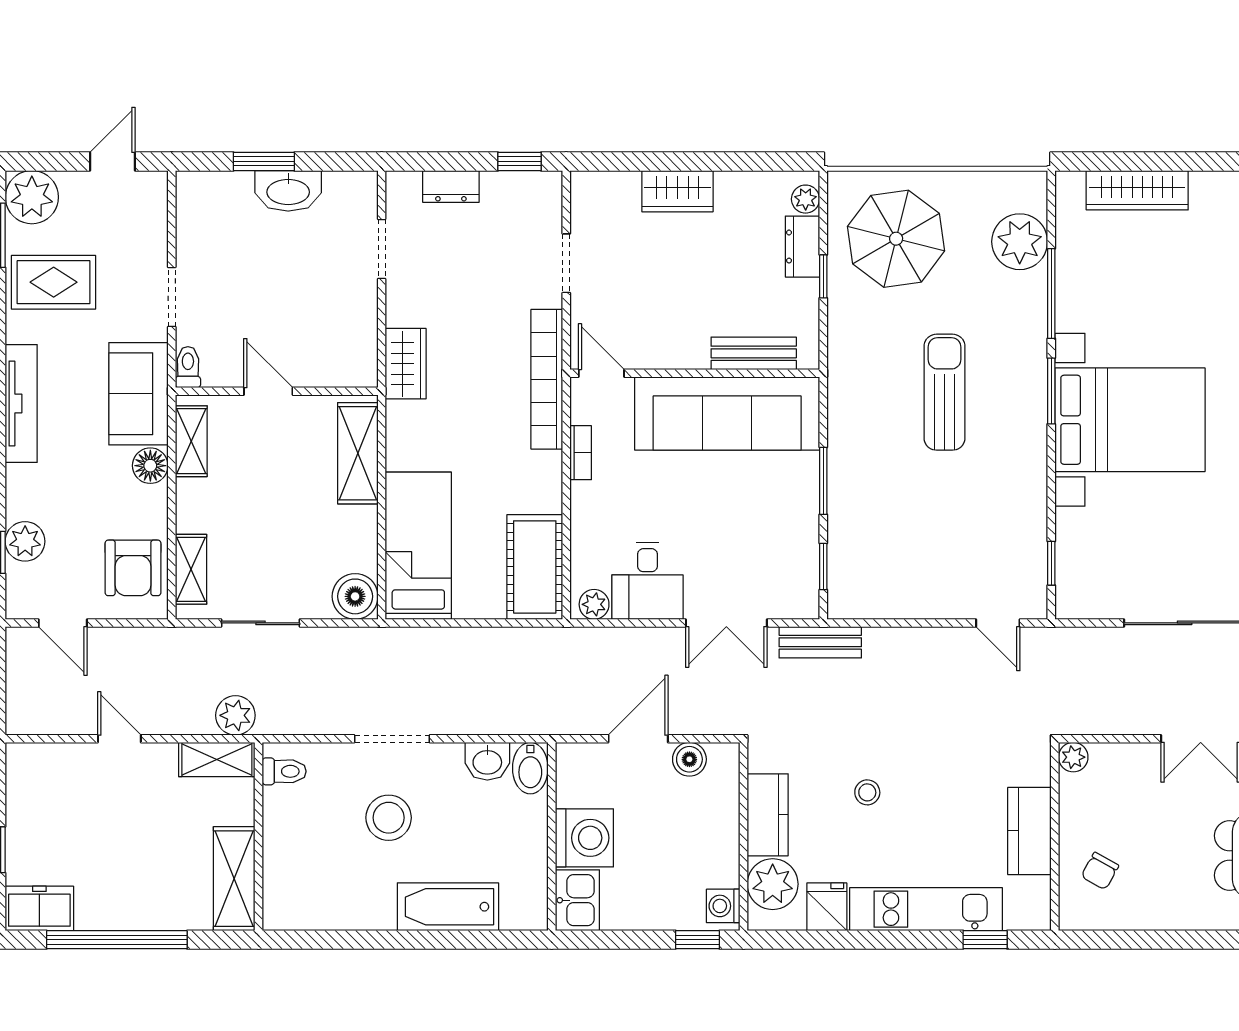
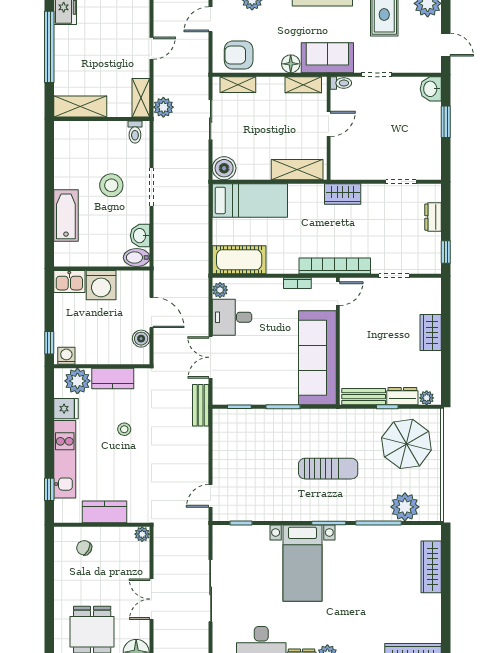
washbasin: (288, 191) -> (431, 89), moved, width x0.72
bench: (754, 353) -> (364, 397), moved, turned 90
bed with nightstands: (1130, 420) -> (302, 563), width x0.73

